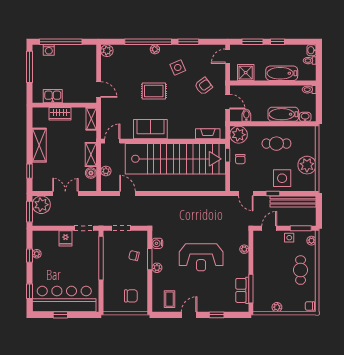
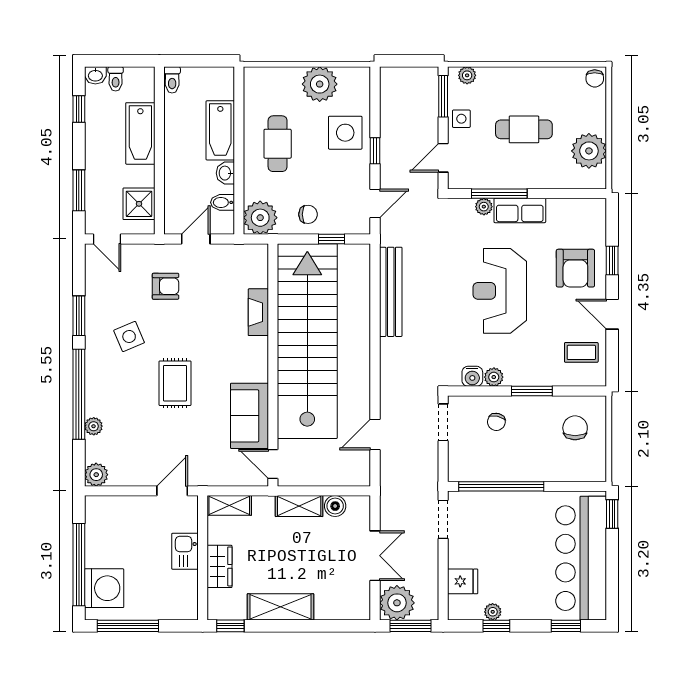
window: (278, 42) -> (79, 109), moved
plant: (155, 49) -> (94, 426), moved
washing machine: (49, 50) -> (104, 588), width x1.89, depth x1.89
armchair: (203, 86) -> (165, 286), turned 127
kitchen sink: (53, 96) -> (185, 551), moved
washbasin: (305, 117) -> (225, 173), moved
sofa: (150, 129) -> (249, 416), moved
fireplace: (208, 134) -> (258, 312), moved
window: (228, 155) -> (331, 239), moved
window: (29, 171) -> (230, 626), moved
plant: (106, 171) -> (331, 477), removed
double door: (65, 193) -> (375, 556), swing flipped
bench: (293, 201) -> (391, 292), moved
doorway: (121, 228) -> (443, 422), moved
door: (269, 228) -> (443, 158), hinge flipped
fridge: (66, 238) -> (463, 581), moved
reception desk: (201, 257) -> (500, 291), turned 180
window: (150, 259) -> (532, 391), moved
plant: (157, 268) -> (494, 377), moved
cafe table: (301, 270) -> (524, 129), moved
window: (251, 289) -> (499, 194), moved
row of seats: (242, 290) -> (520, 210), moved
armchair: (213, 296) -> (575, 268), added
plant: (277, 307) -> (589, 151), width x1.88, depth x1.88
window: (60, 315) -> (612, 514), moved

